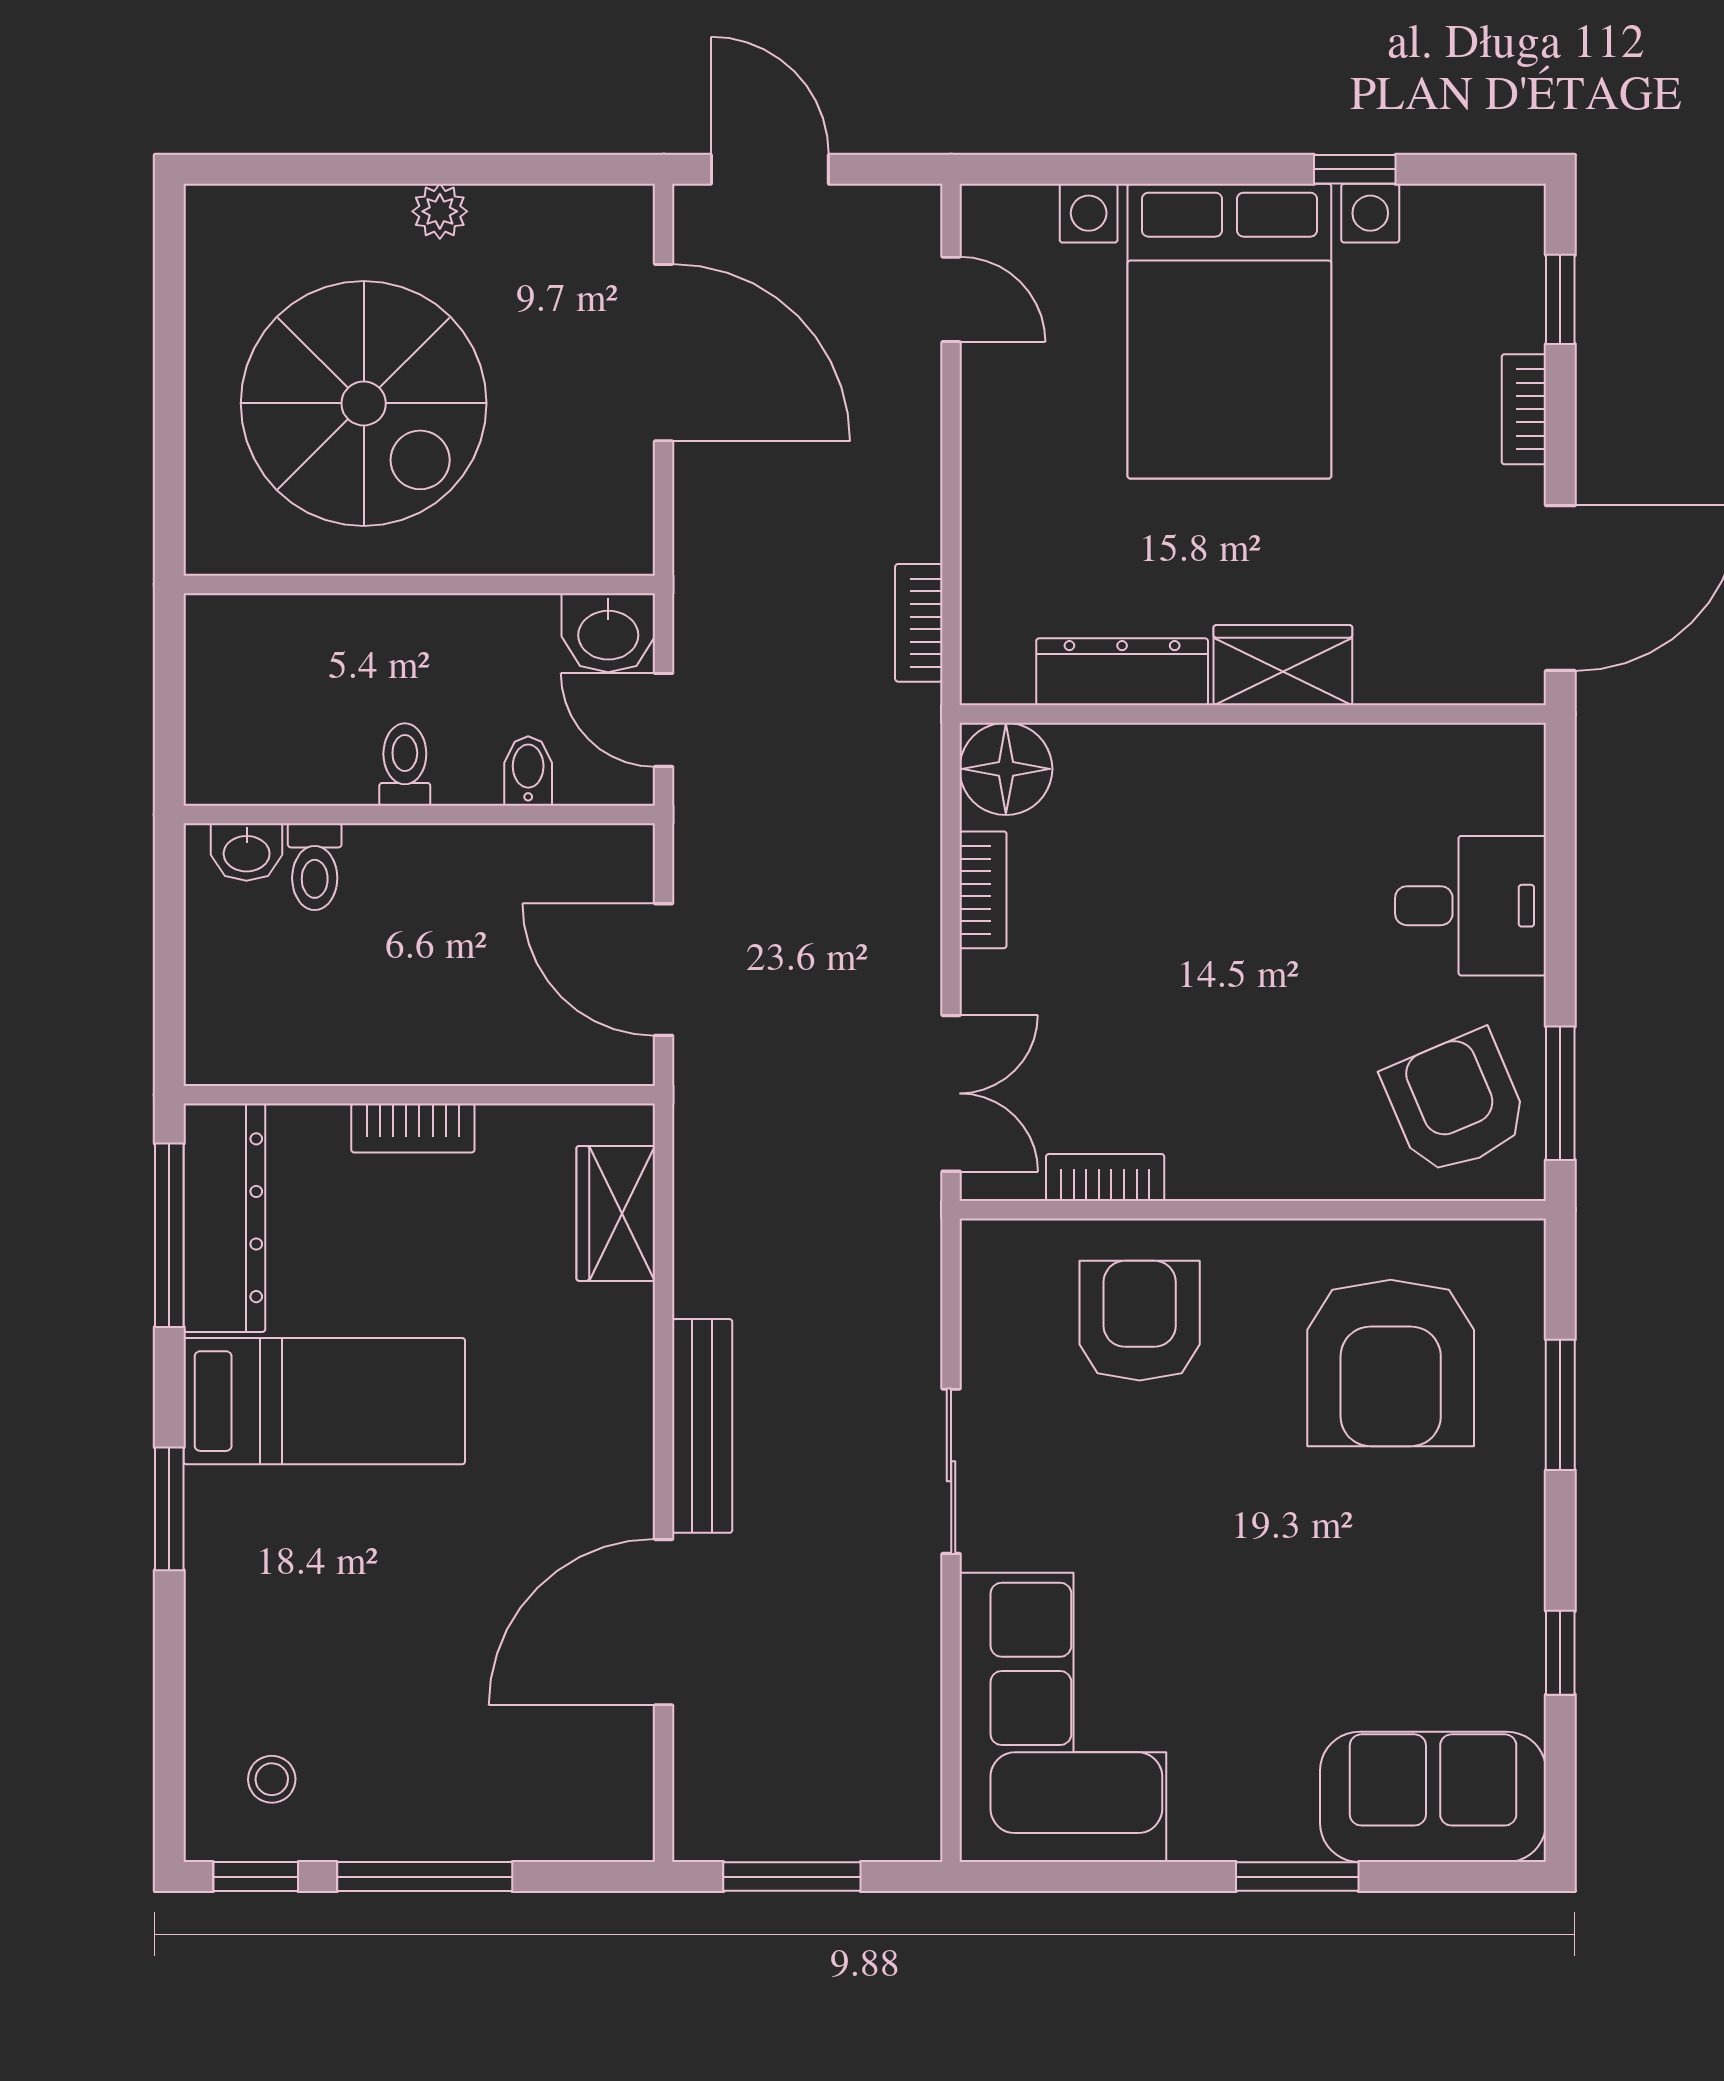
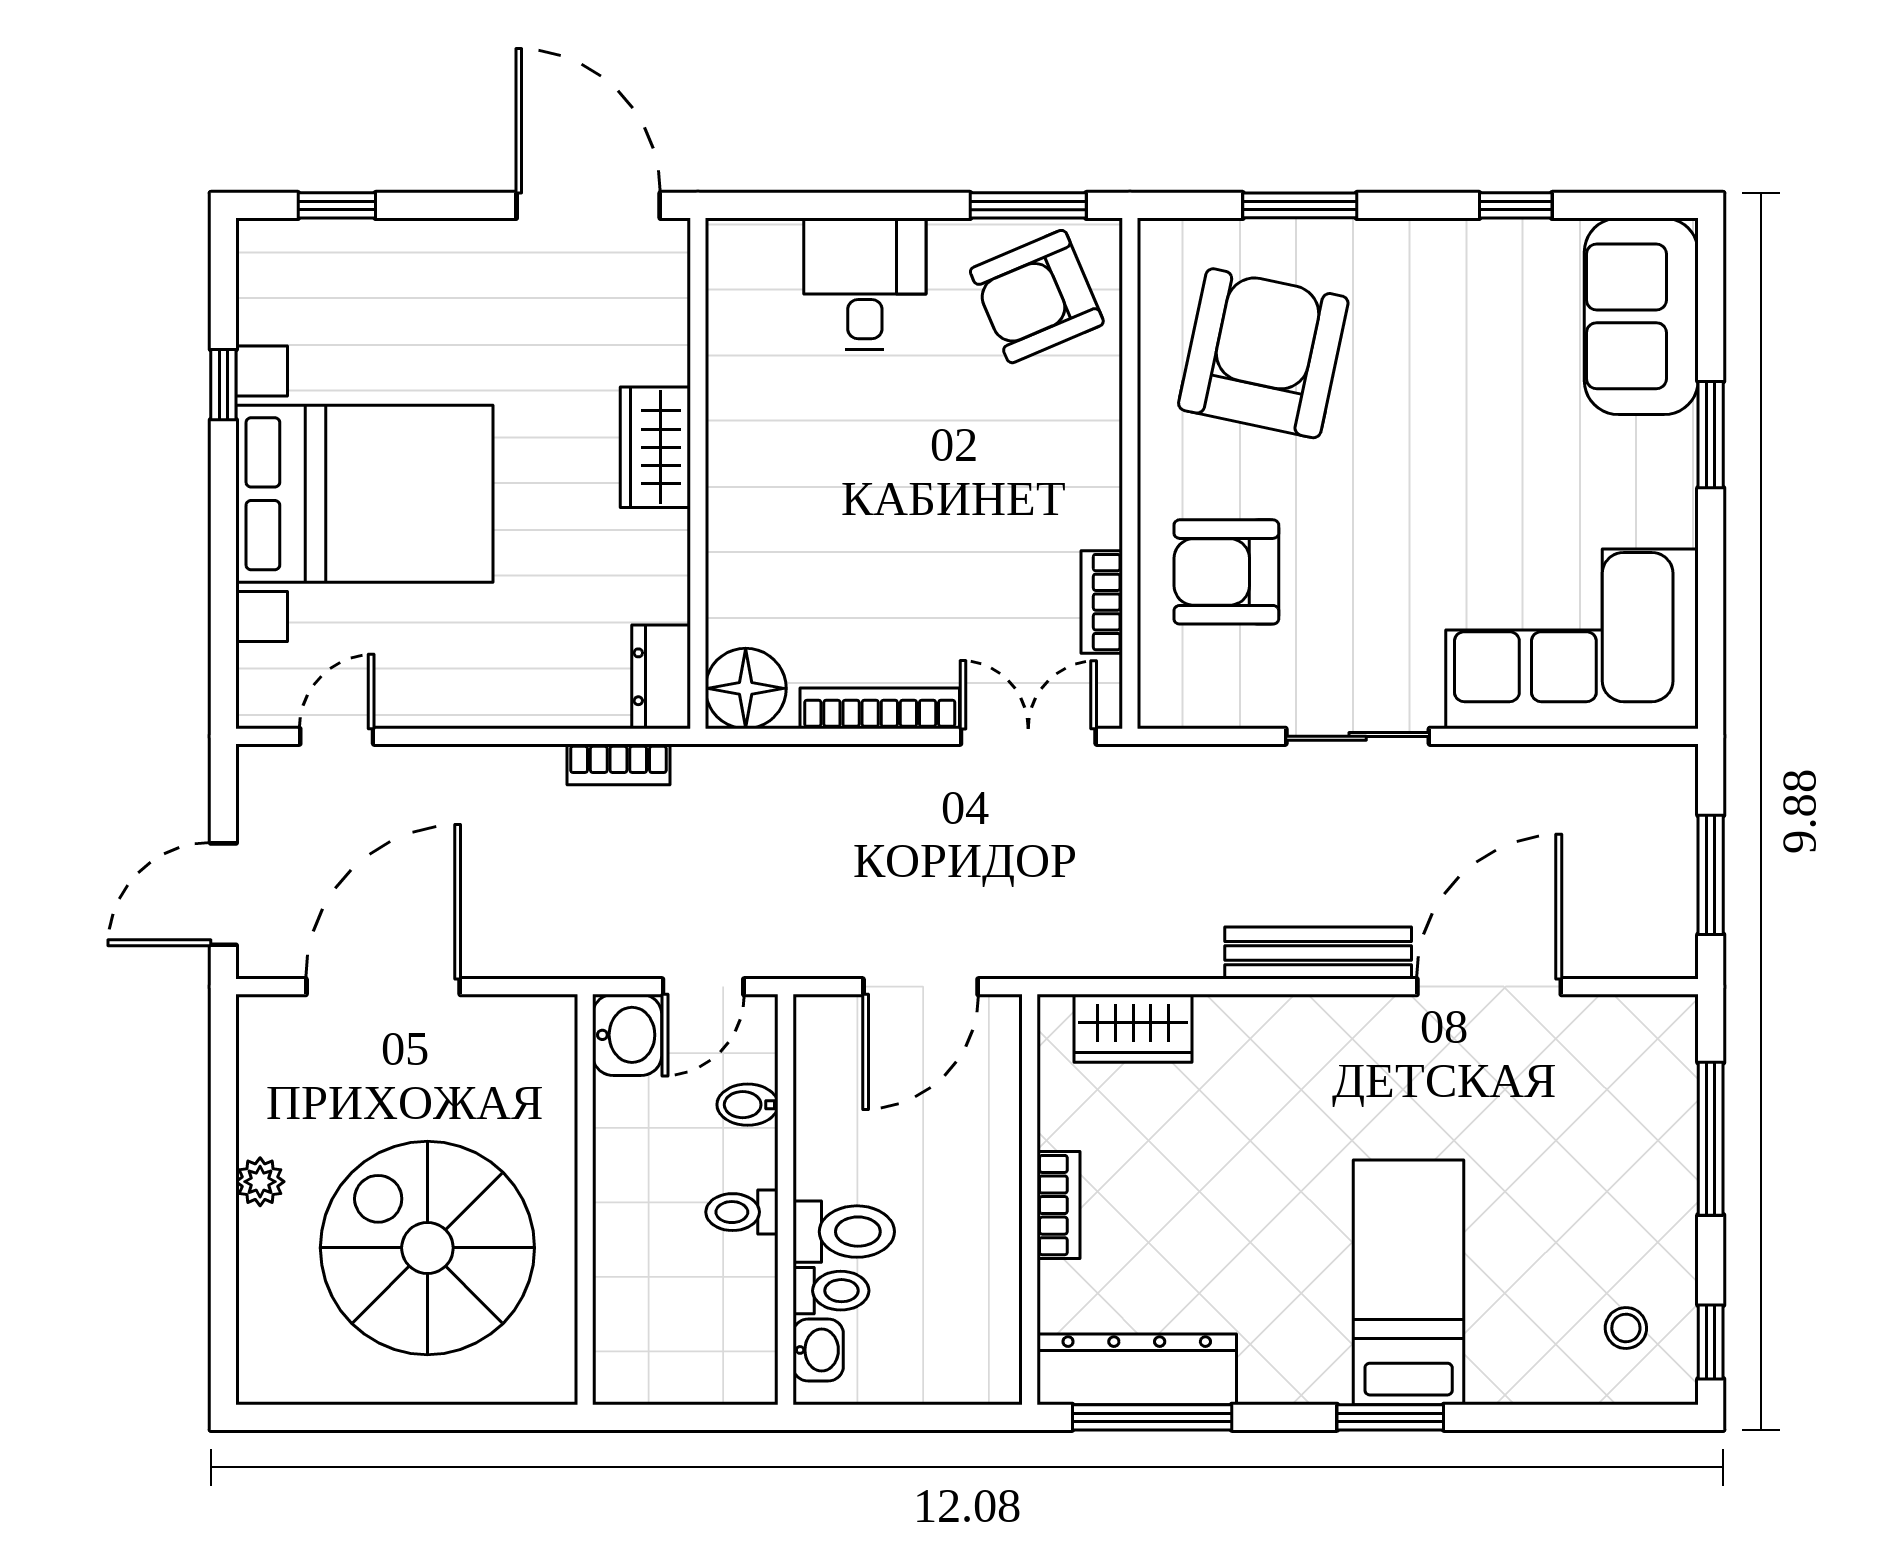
spiral stairs: (364, 403) -> (427, 1248), turned -90
bookcase: (1524, 409) -> (432, 237), removed
dresser: (1122, 672) -> (661, 677), moved, width x0.70
toilet: (382, 881) -> (844, 1232), added
bookcase: (983, 890) -> (880, 708), width x1.56
armchair: (1391, 1363) -> (1263, 353), turned -78
bed: (324, 1401) -> (1409, 1282), moved
door: (664, 1622) -> (1489, 987), swing flipped
window: (425, 1877) -> (1711, 1139), moved

